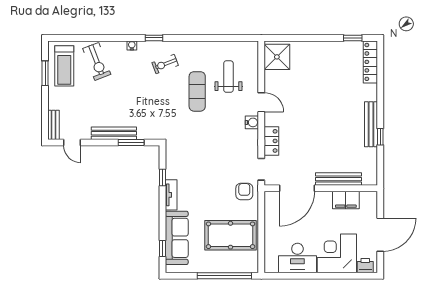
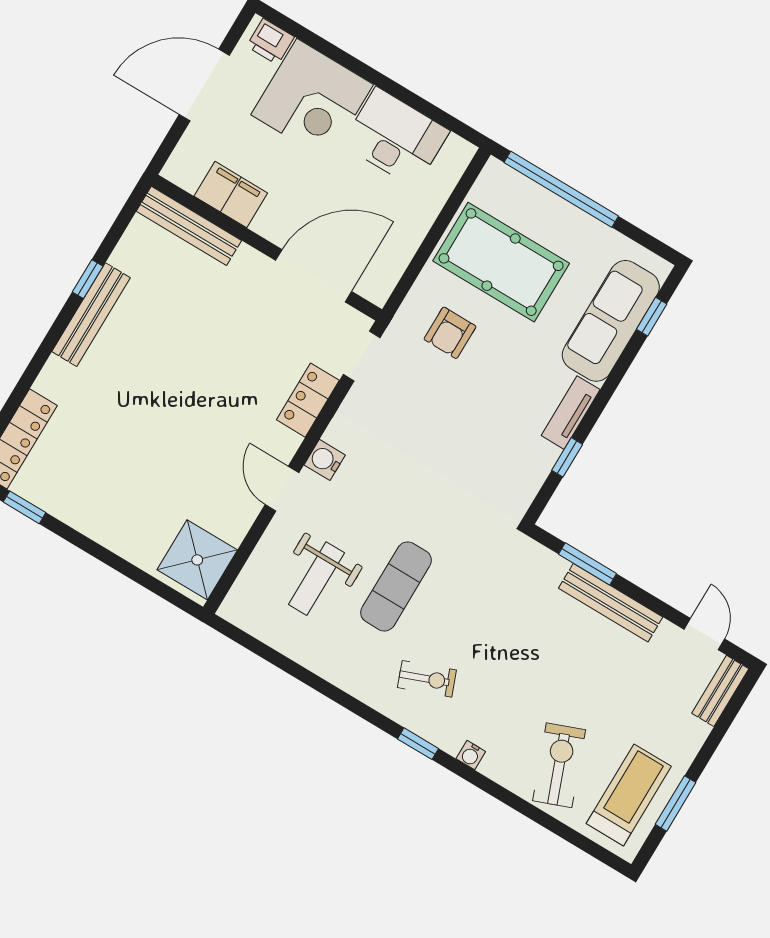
bench: (338, 179) -> (189, 226), moved
armchair: (244, 191) -> (450, 333), moved

